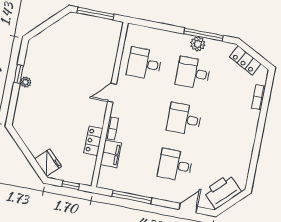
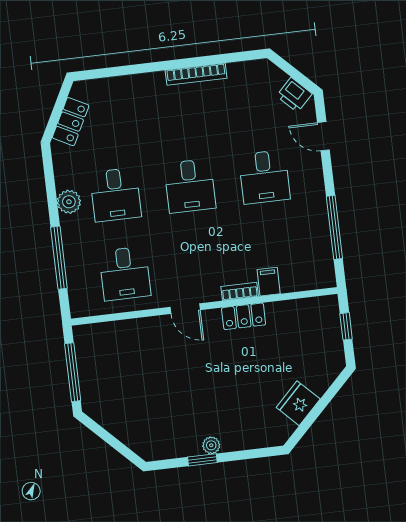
window: (204, 35) -> (59, 258), moved
bookcase: (259, 97) -> (196, 74), moved, width x1.56
locker: (93, 141) -> (244, 316), moved
filing cabinet: (111, 154) -> (269, 282), width x0.50
fridge: (48, 163) -> (298, 403), moved
printer: (222, 191) -> (294, 95), width x0.53, depth x0.68

